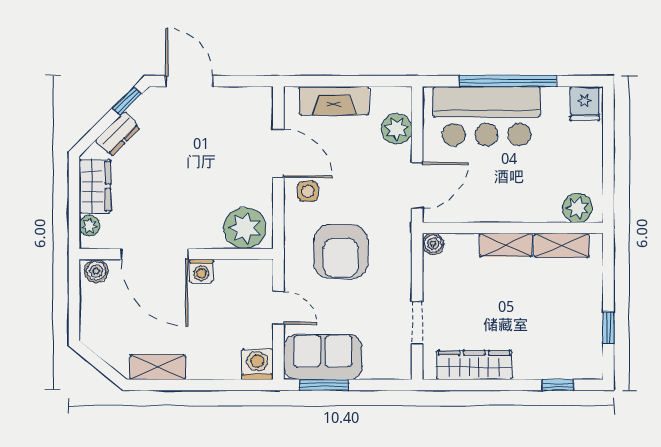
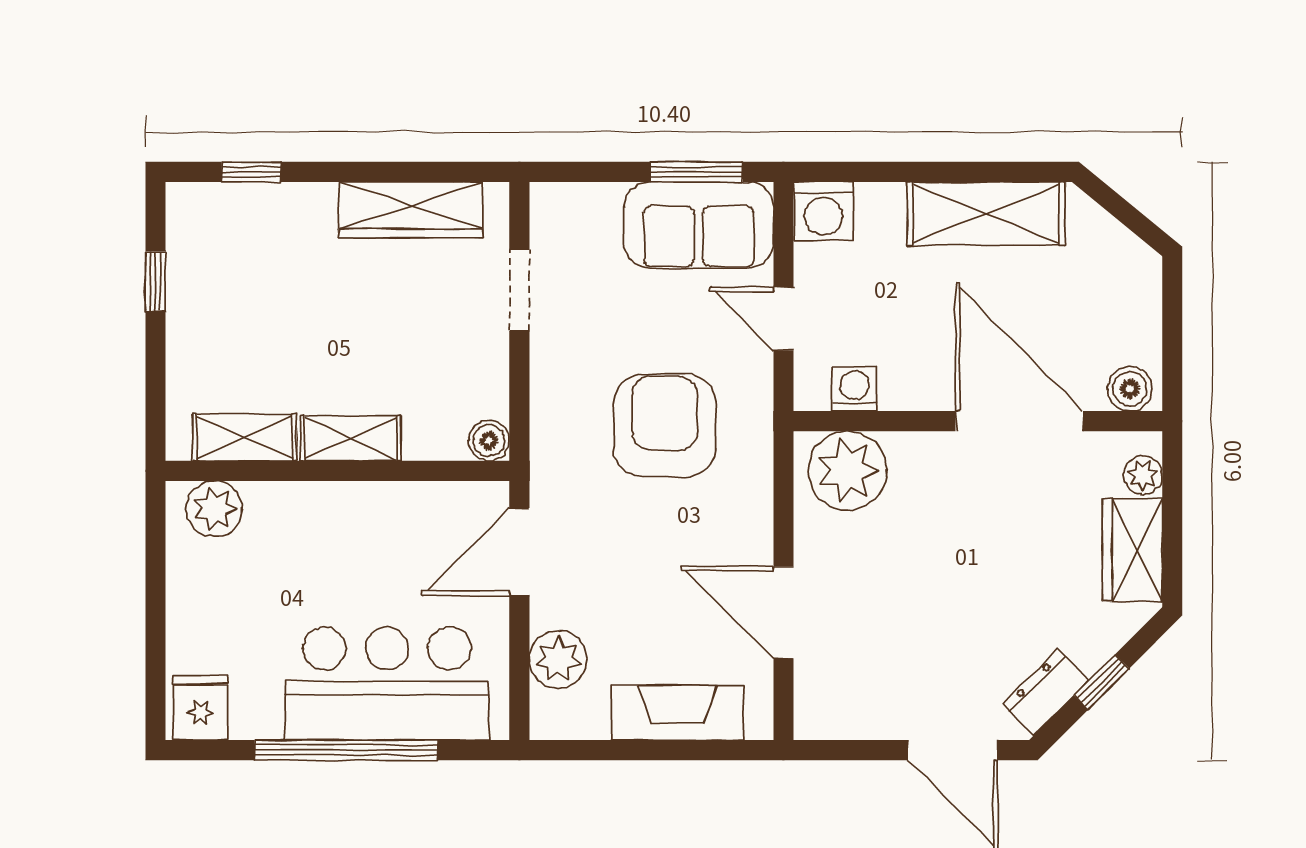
window: (127, 101) -> (1102, 682), moved
dresser: (118, 134) -> (1046, 693), moved
side table: (308, 191) -> (727, 540), removed
washing machine: (201, 271) -> (854, 389), moved
shelving: (158, 367) -> (986, 214), width x1.50, depth x1.33

